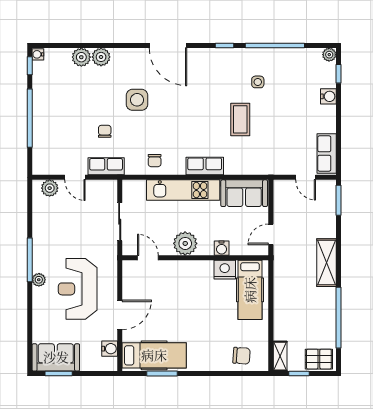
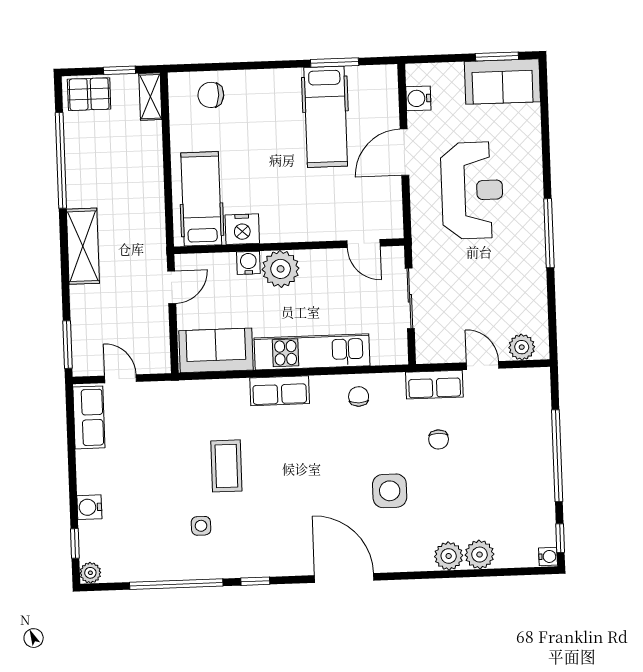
plant: (185, 243) -> (281, 269), moved
plant: (39, 280) -> (534, 203), removed
hospital bed: (154, 355) -> (326, 117), moved, turned -90

